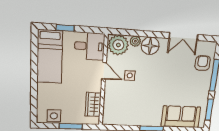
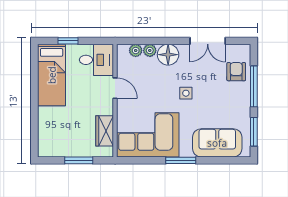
plant: (118, 45) -> (136, 50), width x0.53, depth x0.53
side table: (130, 75) -> (186, 93), moved
corner sofa: (128, 109) -> (148, 135), added
side table: (54, 116) -> (58, 147), removed

